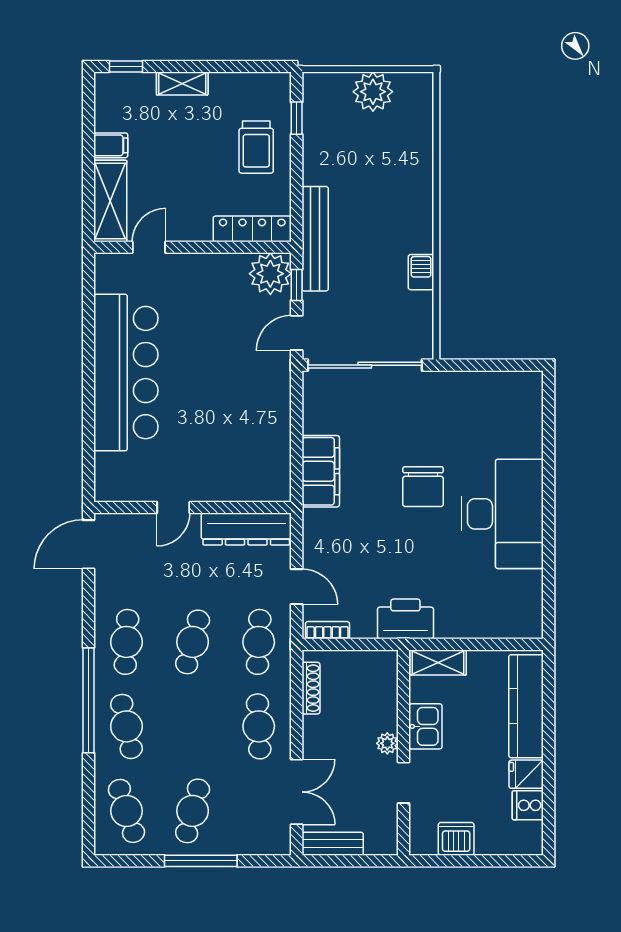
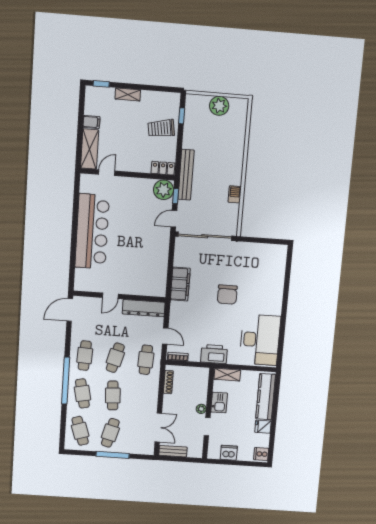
trolley: (256, 147) -> (161, 128), turned 81
locker: (252, 229) -> (163, 168), width x0.66
desk: (502, 514) -> (260, 340), moved
cafe table: (259, 726) -> (113, 395), moved
cooker: (528, 805) -> (261, 454), moved

